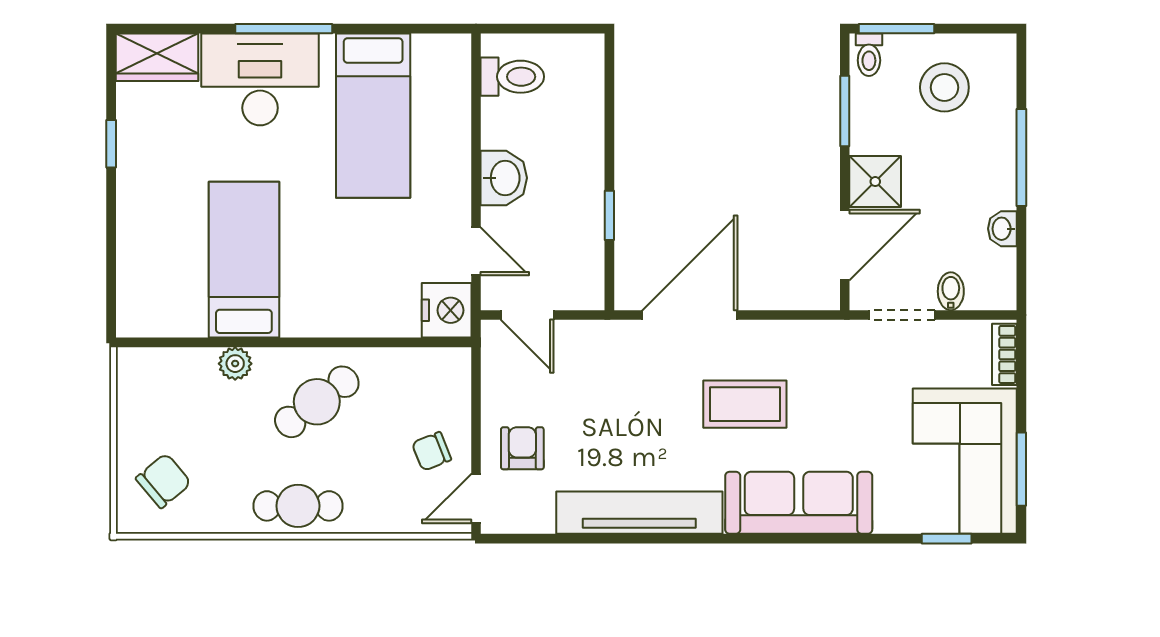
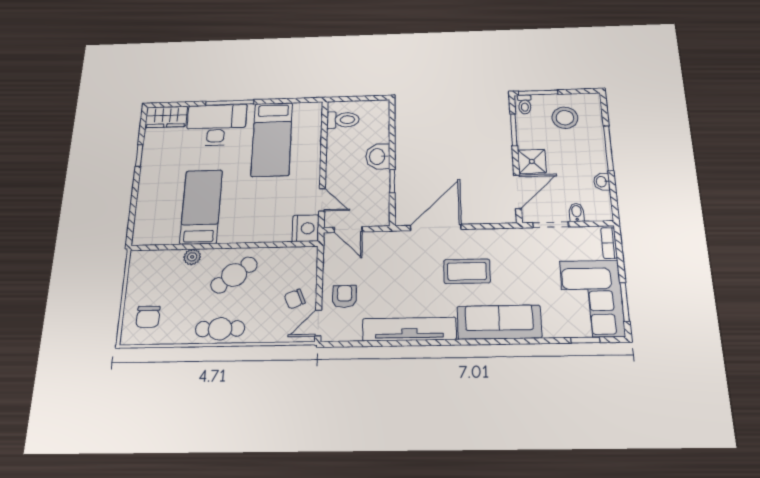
washbasin: (504, 178) -> (378, 157), moved, turned 180
chair: (163, 481) -> (148, 317), turned 130

